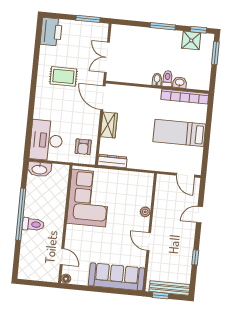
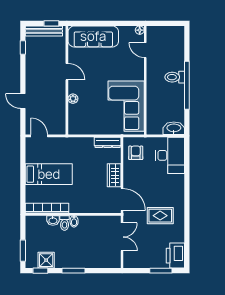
window: (88, 19) -> (161, 271), moved
door: (199, 215) -> (23, 101), swing flipped
window: (195, 257) -> (23, 48), moved

